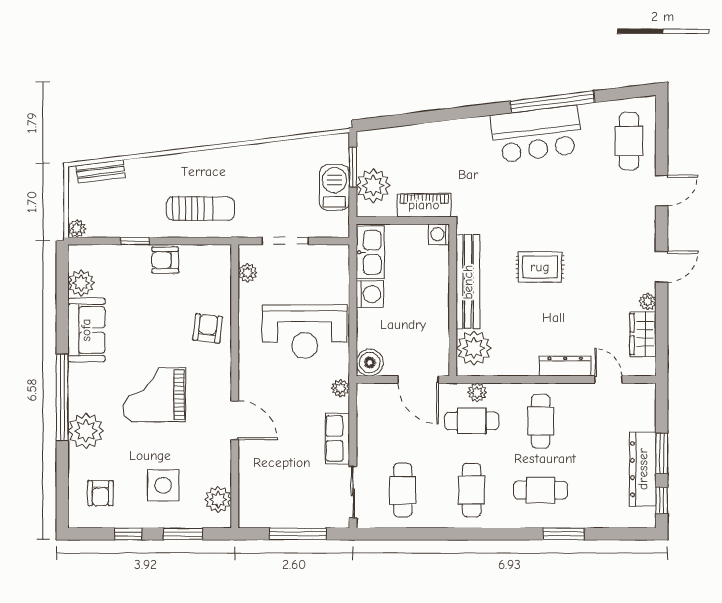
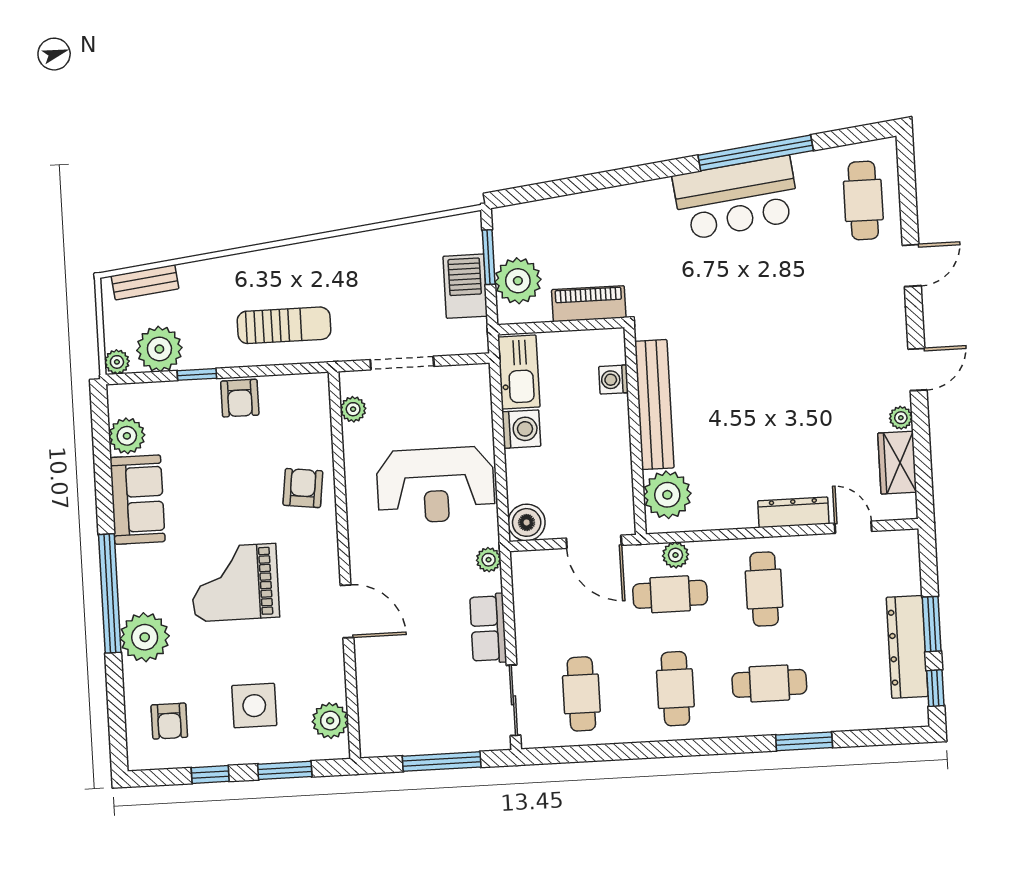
plant: (108, 221) -> (159, 349), added
washing machine: (439, 234) -> (614, 380), moved
armchair: (165, 260) -> (240, 398), turned -90
rug: (540, 267) -> (752, 379), removed

